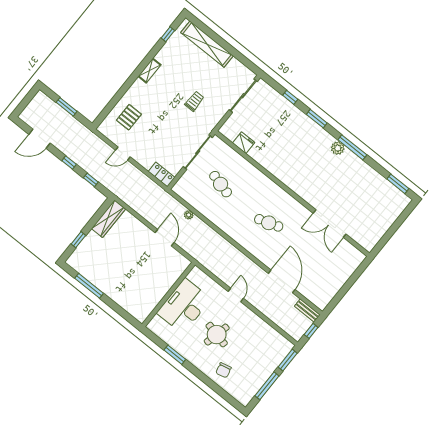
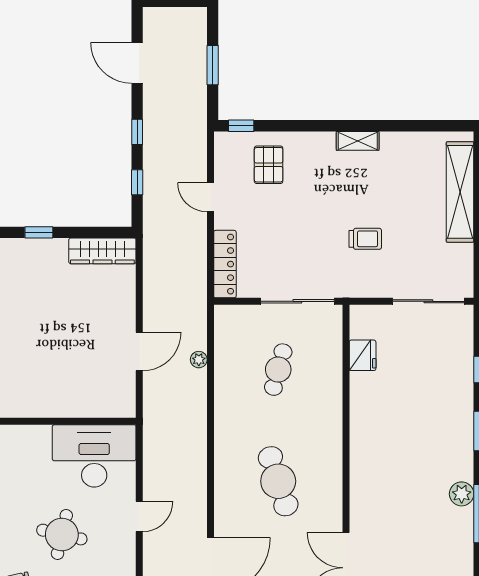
window: (168, 34) -> (241, 126), moved
pallet: (129, 117) -> (269, 165), turned 90
locker: (162, 175) -> (225, 264), width x1.53
cafe table: (269, 223) -> (278, 481), width x1.37, depth x1.35
desk: (184, 306) -> (94, 456), moved

